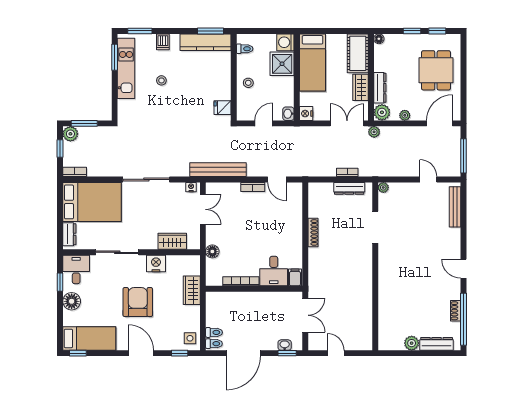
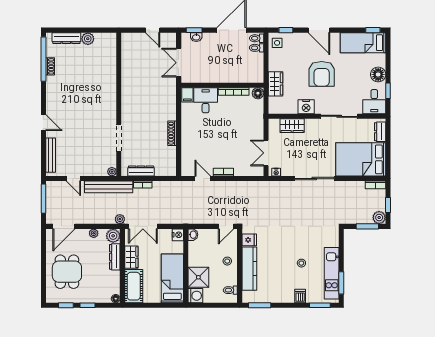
kitchen counter: (205, 42) -> (249, 269), moved, turned 90
door: (264, 123) -> (226, 226), moved
bench: (218, 170) -> (109, 187), moved
floor lamp: (212, 251) -> (258, 93), moved
door: (464, 269) -> (43, 123), moved

